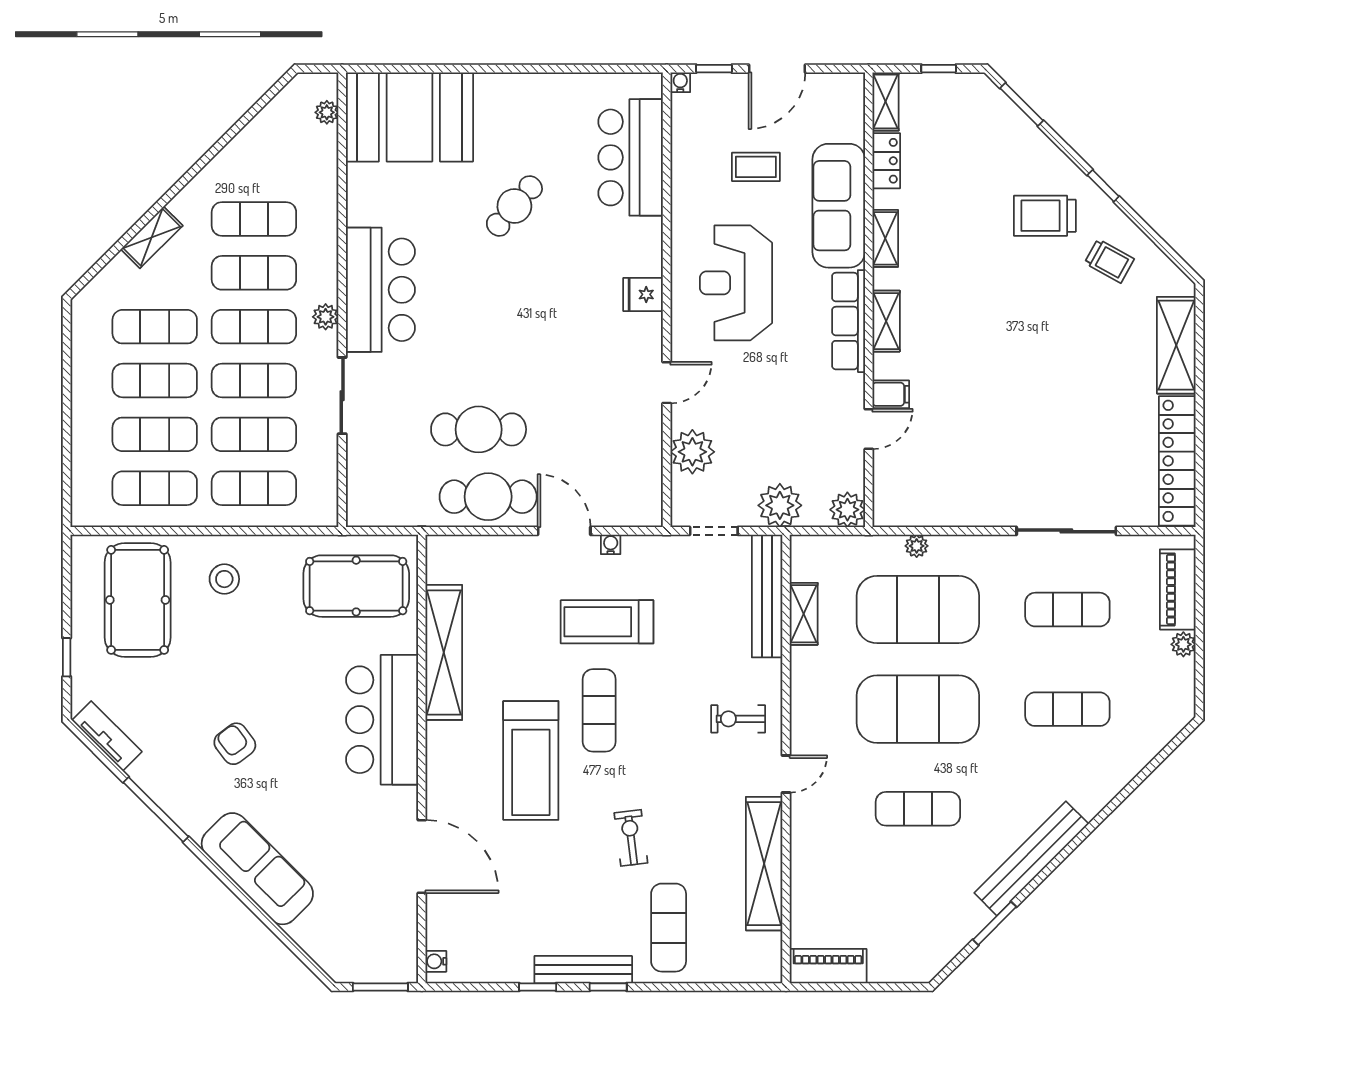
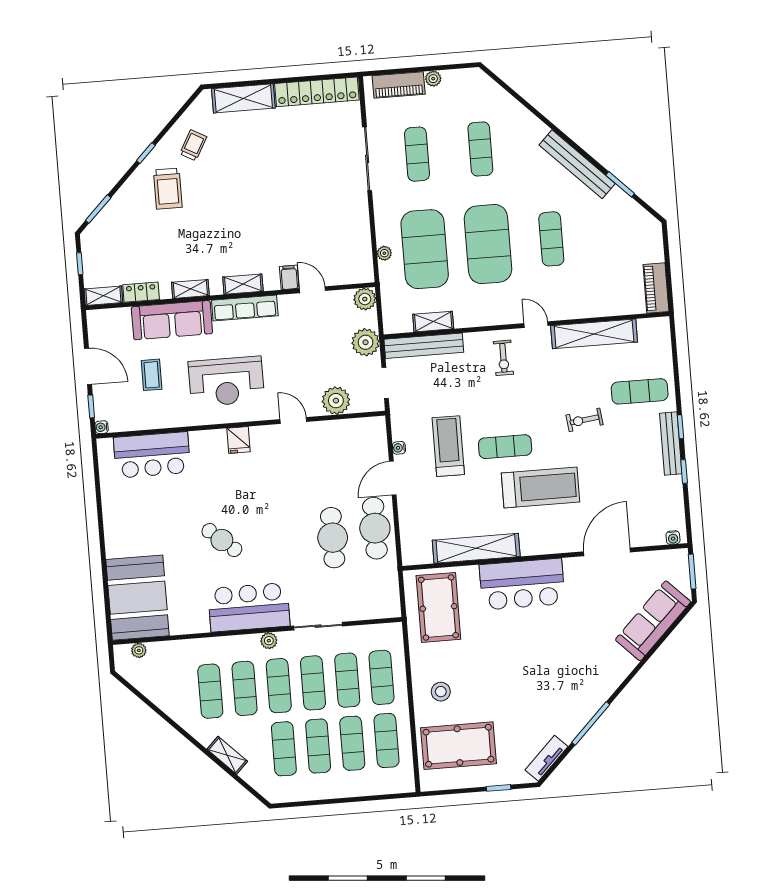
cafe table: (514, 206) -> (222, 540), moved
treadmill: (607, 622) -> (448, 446), turned 180
armchair: (235, 744) -> (545, 677), removed
sofa: (257, 869) -> (653, 621), moved

